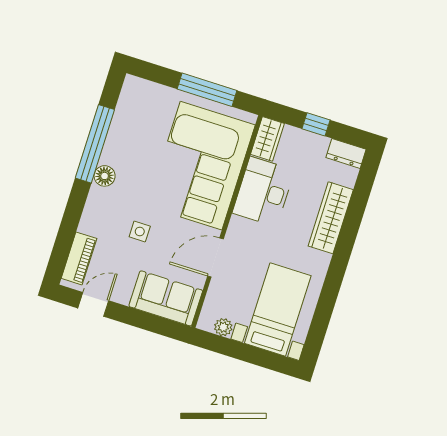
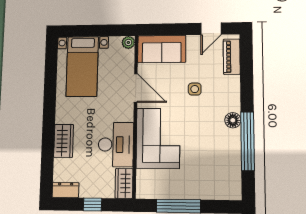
corner sofa: (201, 166) -> (158, 138), width x0.73, depth x0.74
wardrobe: (331, 218) -> (64, 141), width x0.67
door: (215, 257) -> (136, 88), hinge flipped
plant: (223, 327) -> (128, 42), moved

